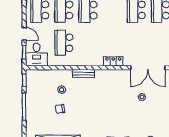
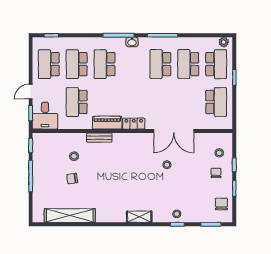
door: (24, 34) -> (31, 92), swing flipped
piano: (90, 61) -> (107, 123), added

